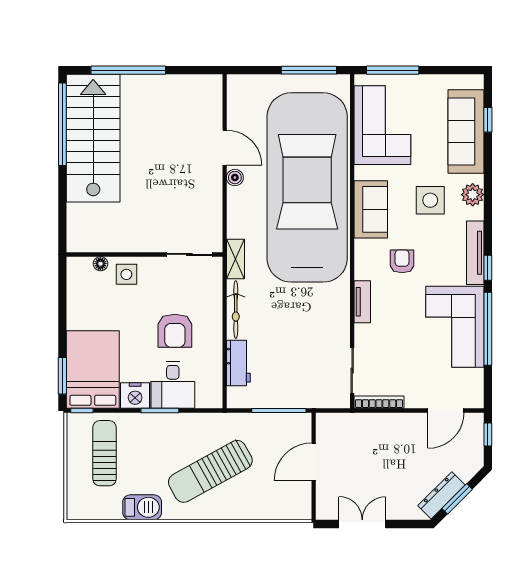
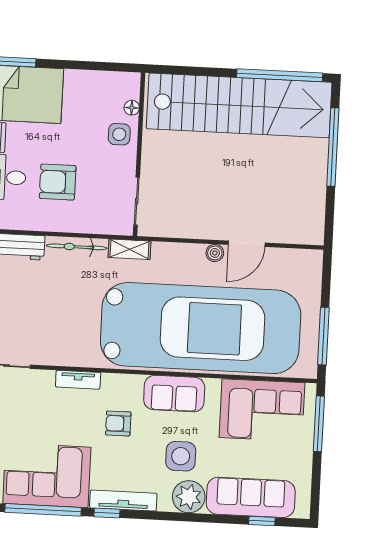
stairs: (93, 138) -> (239, 105), width x1.36
plant: (473, 195) -> (189, 497), width x1.36, depth x1.36
armchair: (402, 261) -> (118, 423), turned 180

